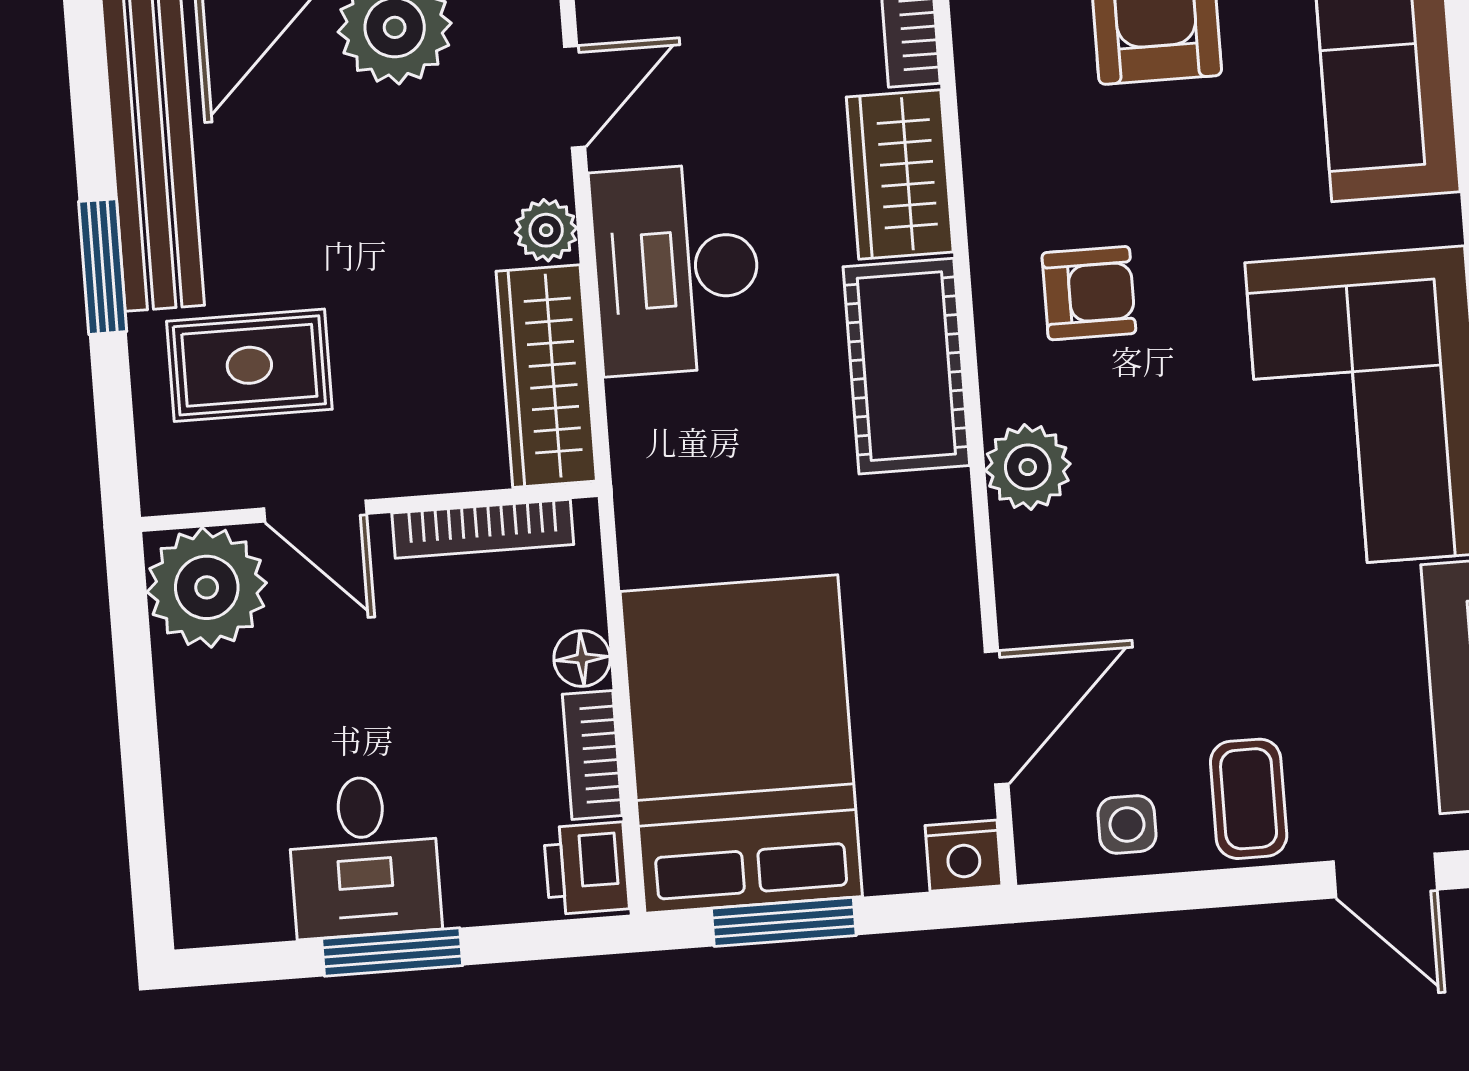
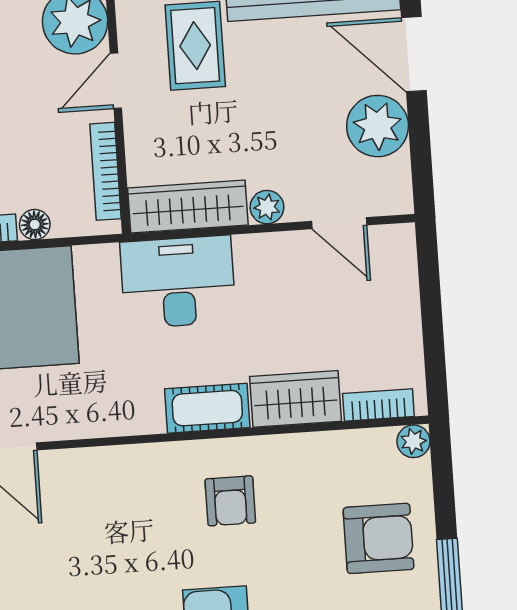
desk: (676, 269) -> (178, 282), moved
cot: (906, 366) -> (207, 408), width x0.73, depth x0.75
plant: (1028, 467) -> (136, 467), removed

